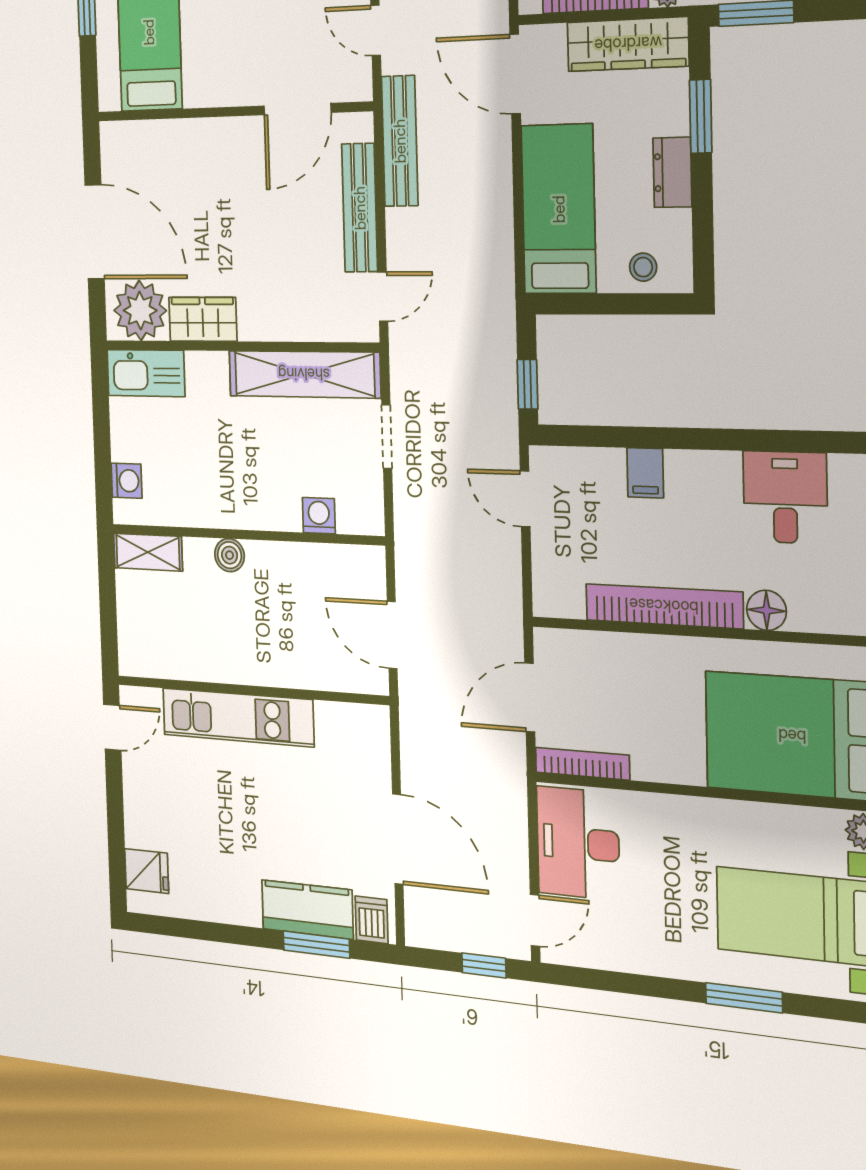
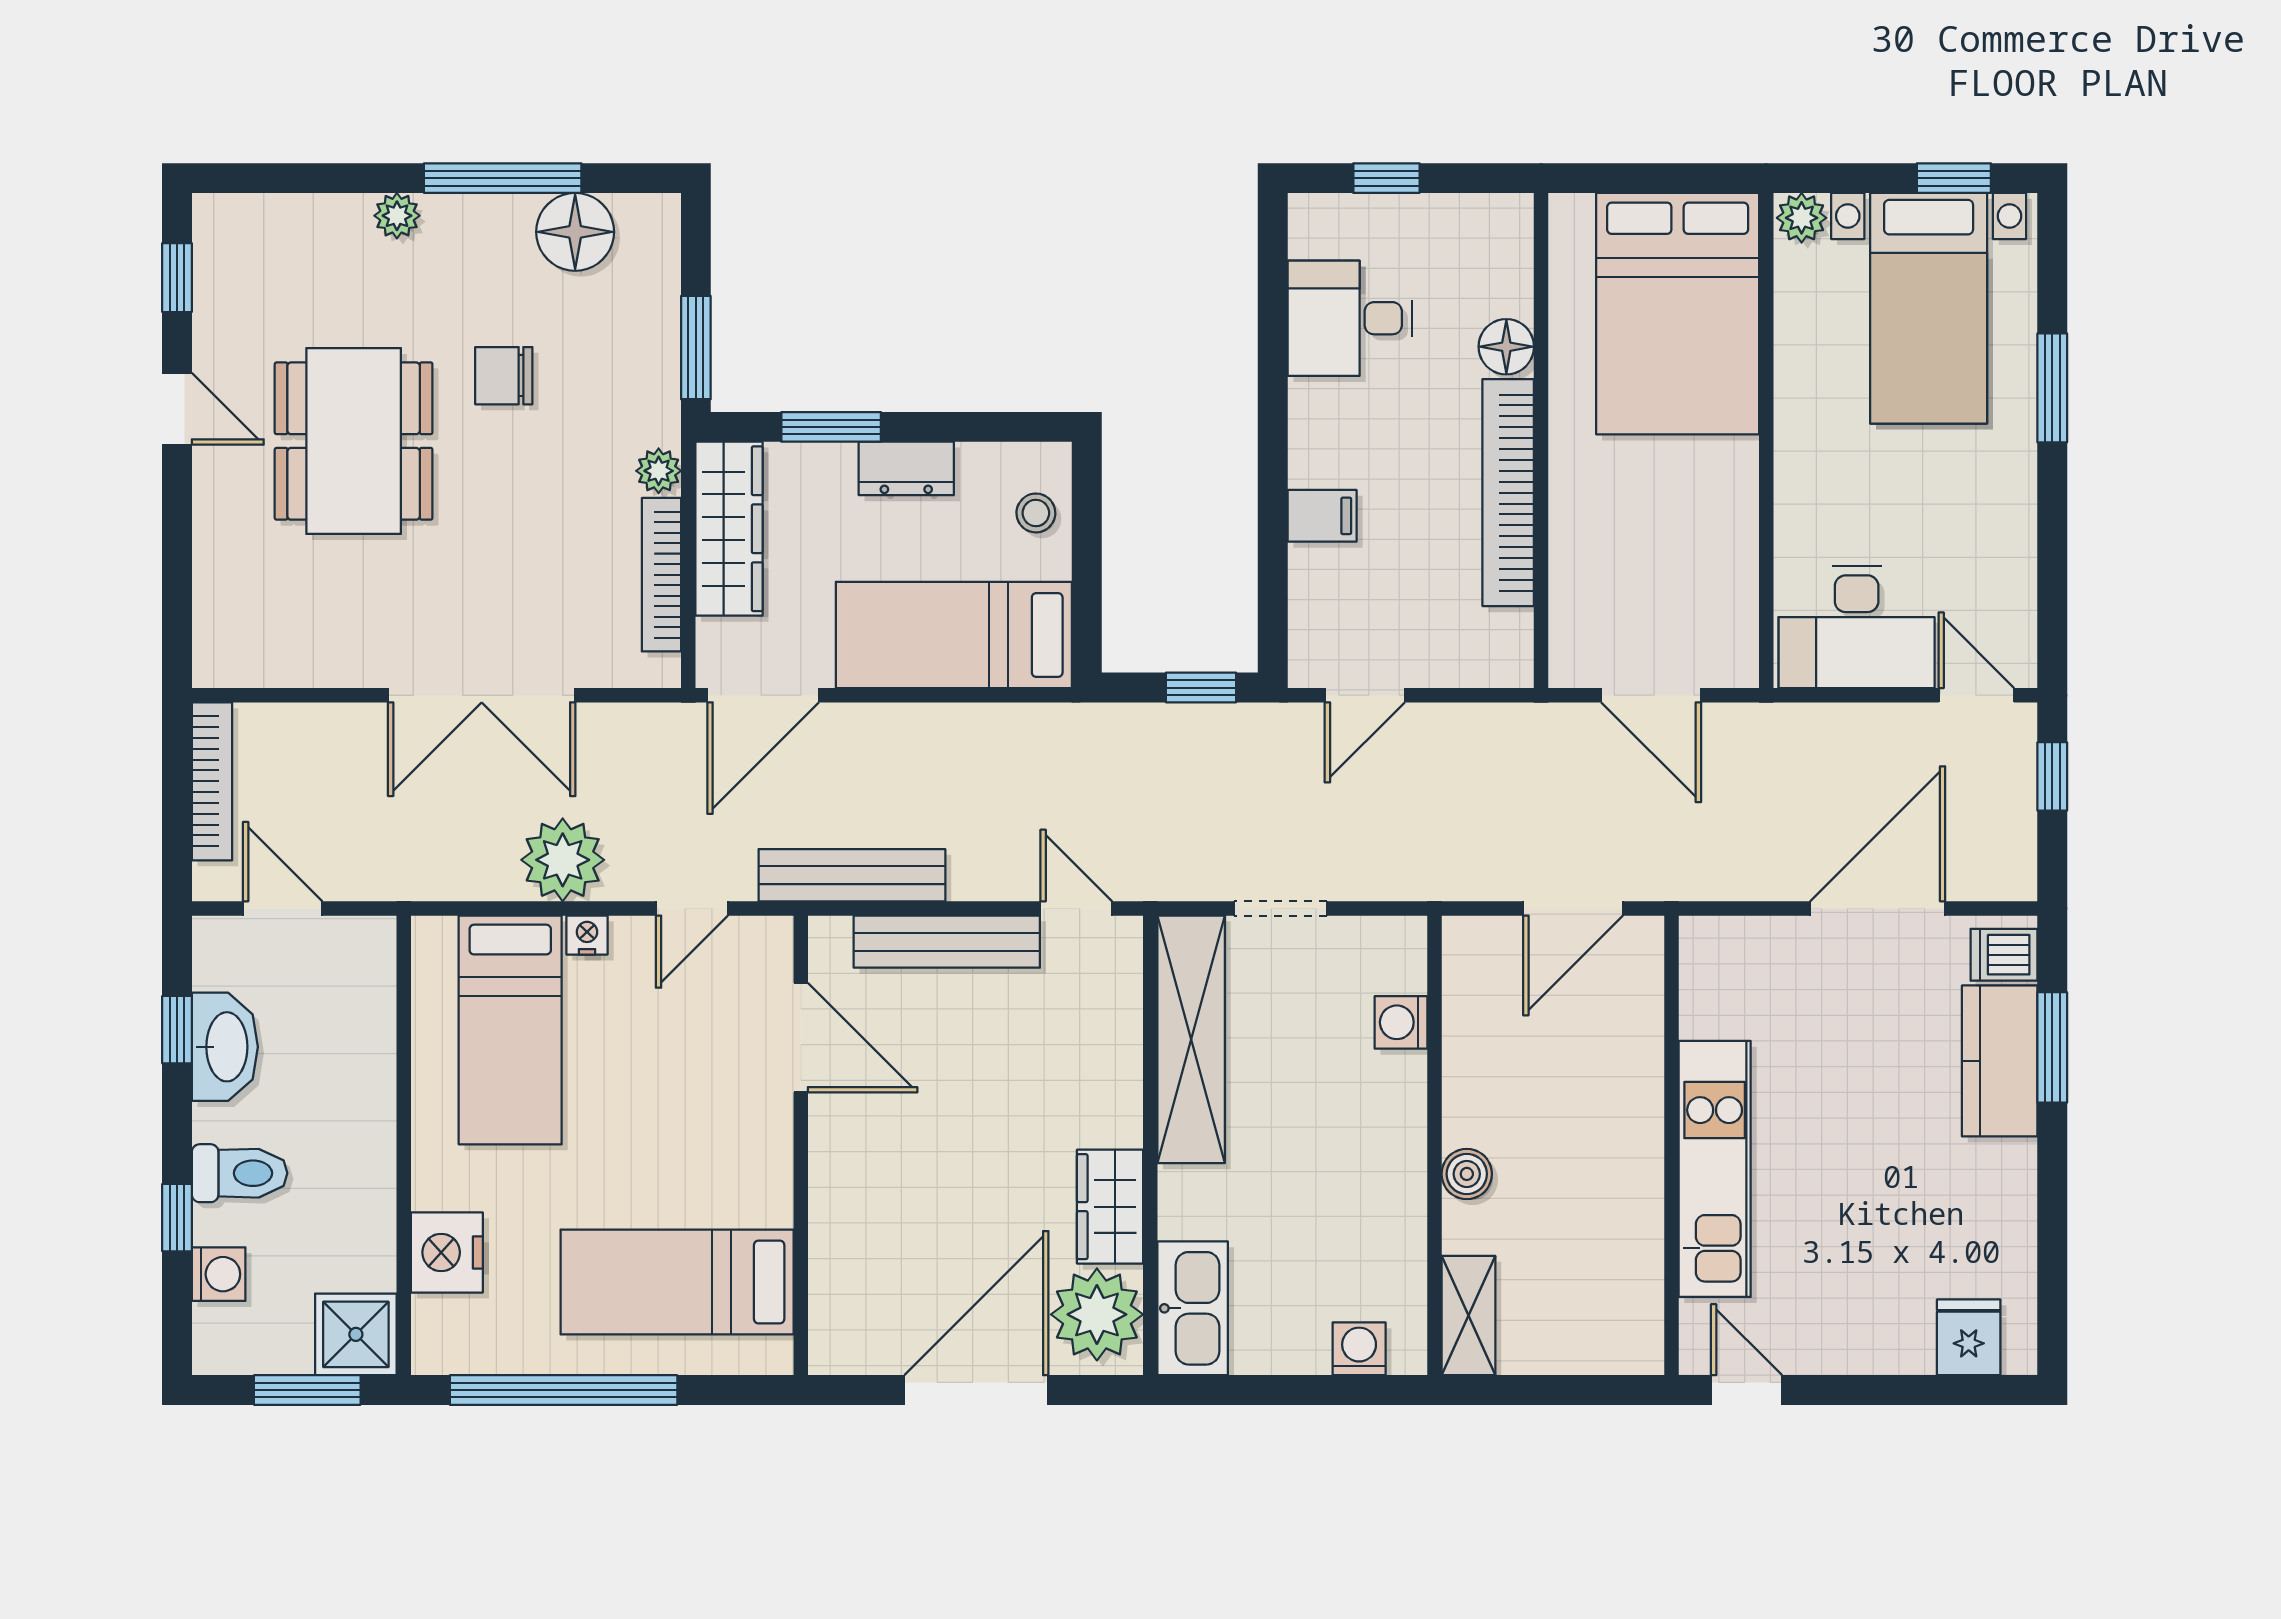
bookcase: (582, 764) -> (1741, 618), removed

